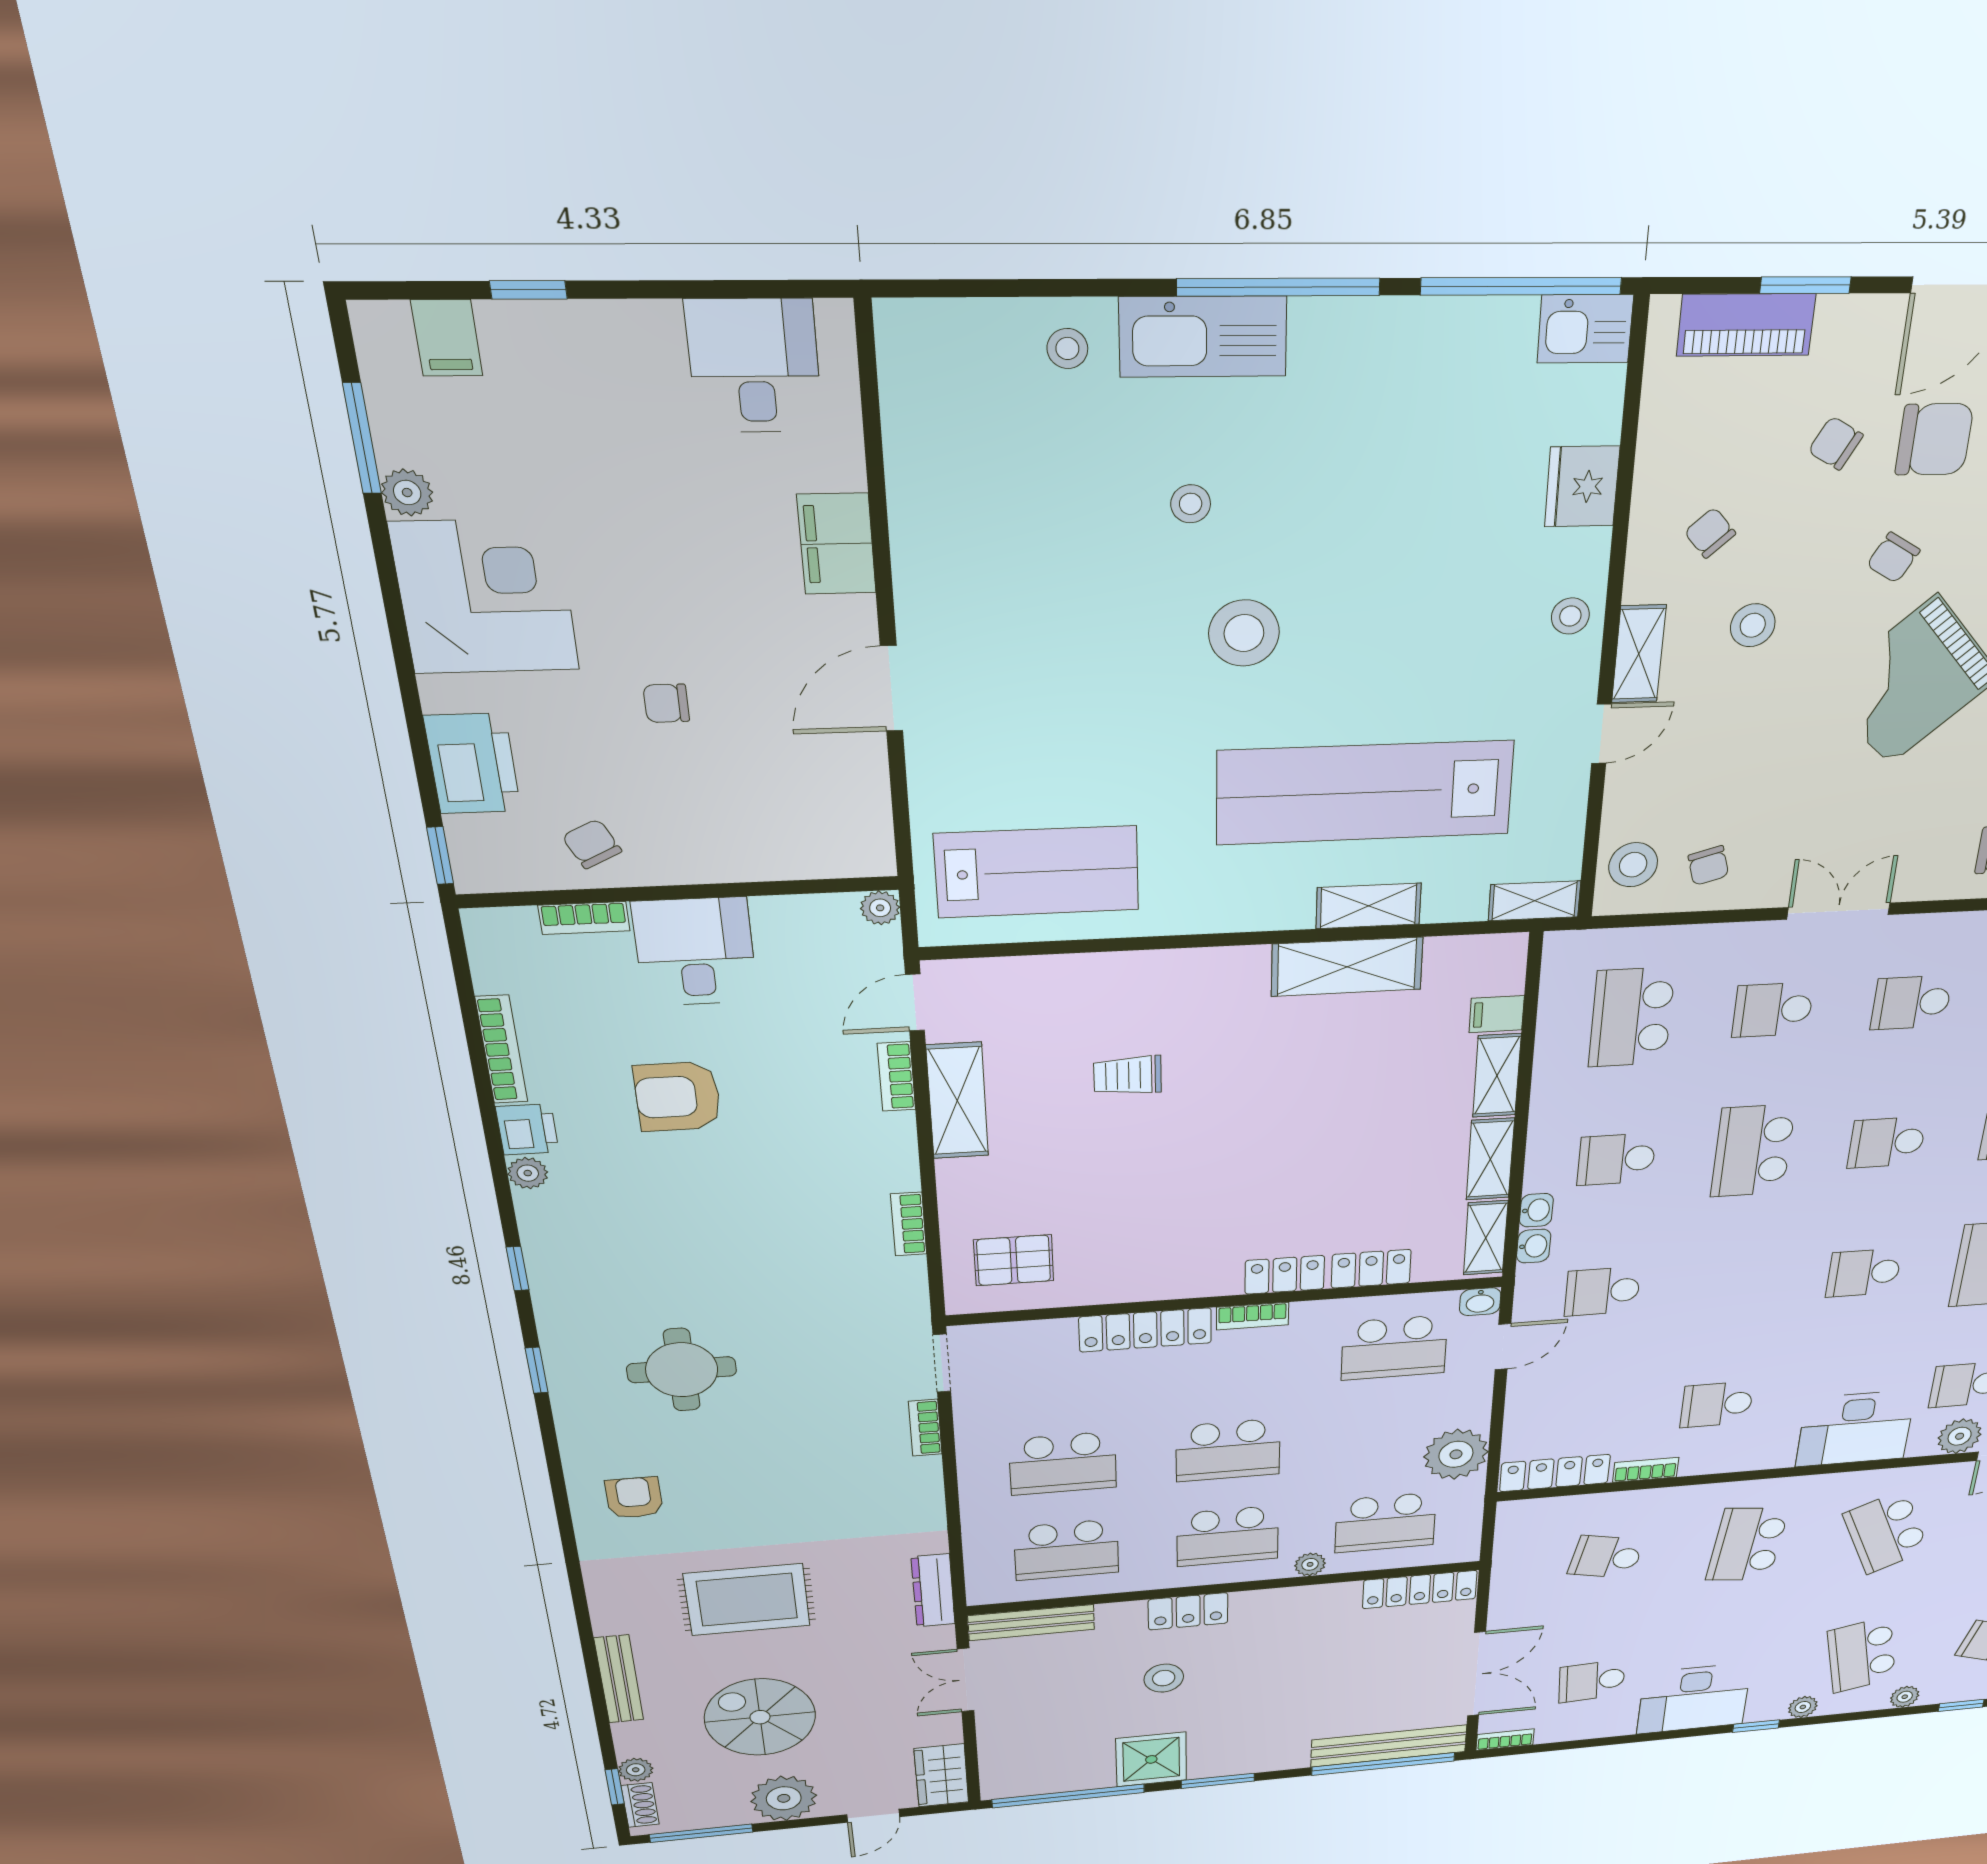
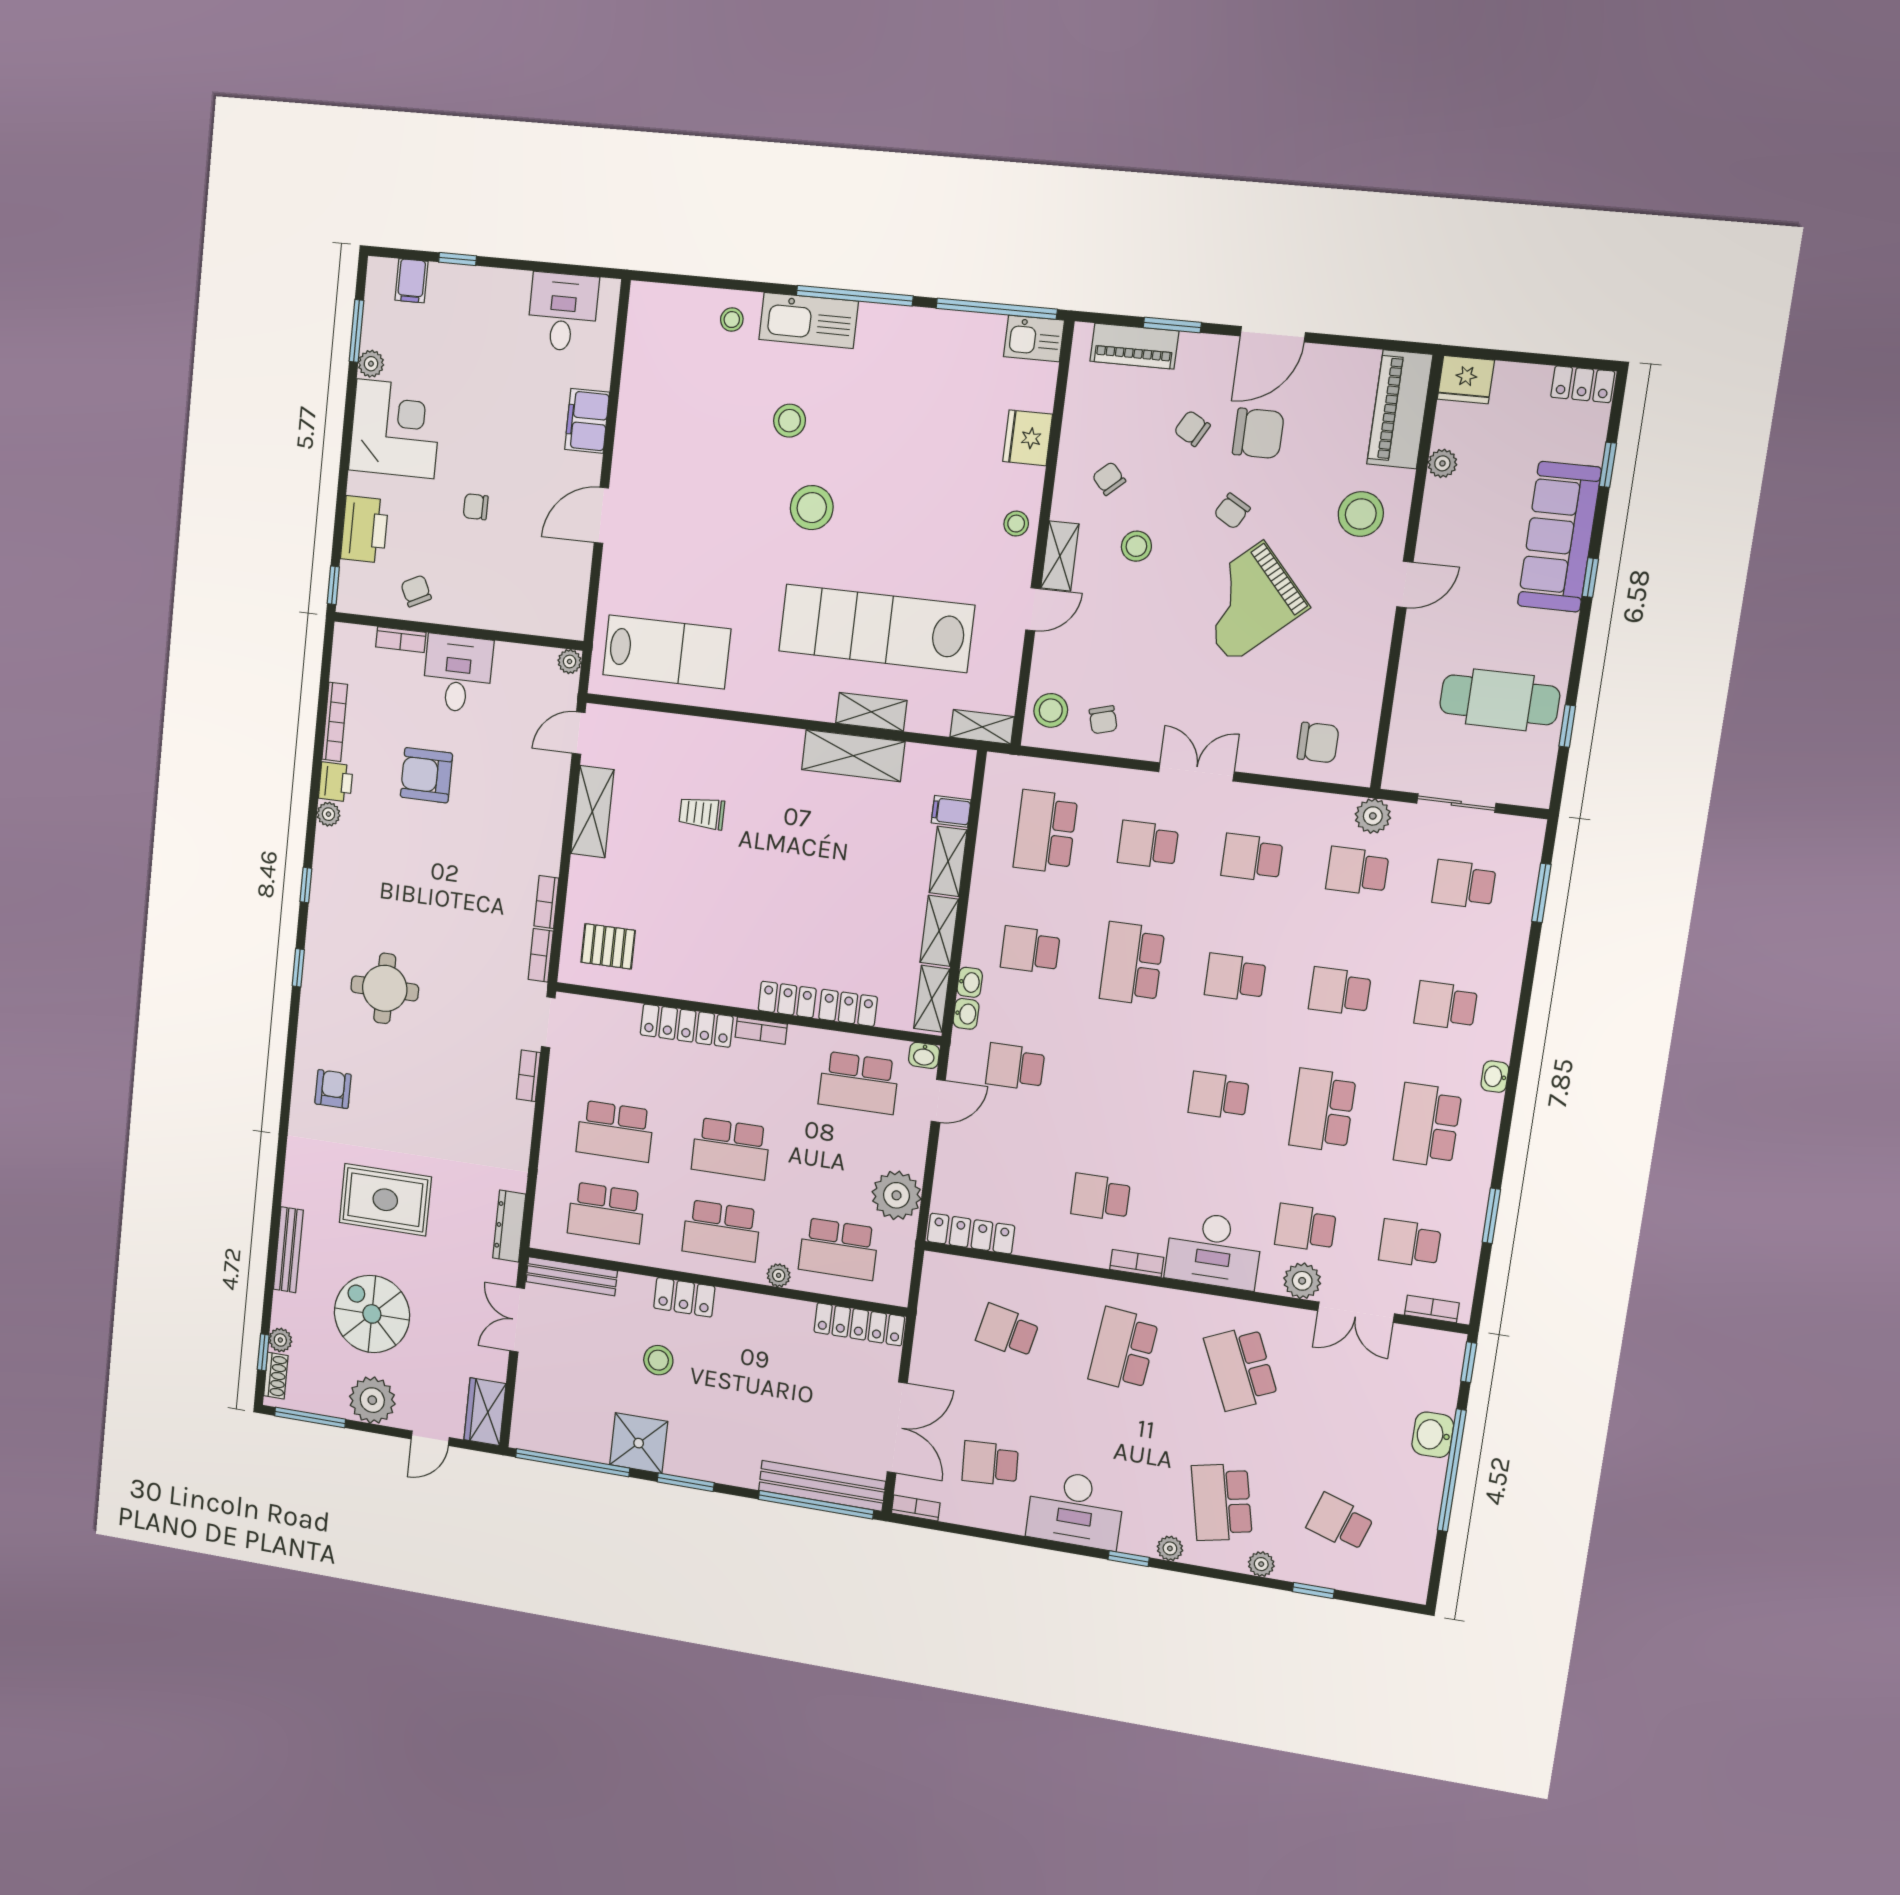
stool: (1191, 504) -> (790, 421), width x1.37, depth x1.37
bookcase: (896, 1077) -> (541, 955), moved
bookcase: (1646, 1470) -> (1137, 1263), moved

